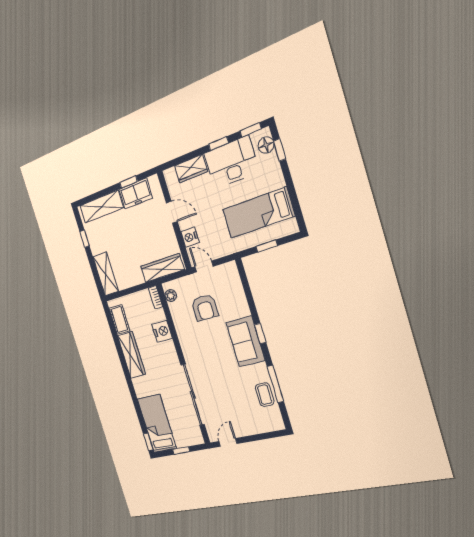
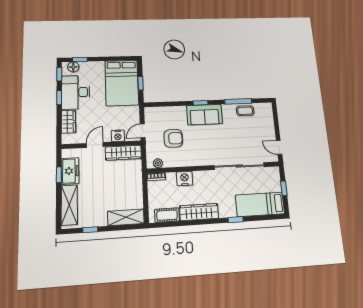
bed: (258, 213) -> (122, 83), width x1.50
wardrobe: (162, 268) -> (123, 153), moved, turned -90
window: (148, 442) -> (236, 220), moved

